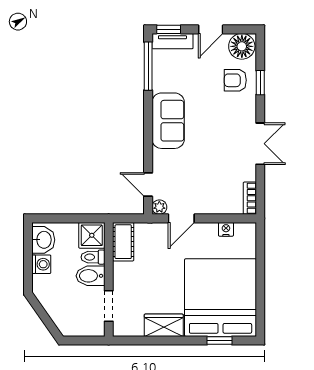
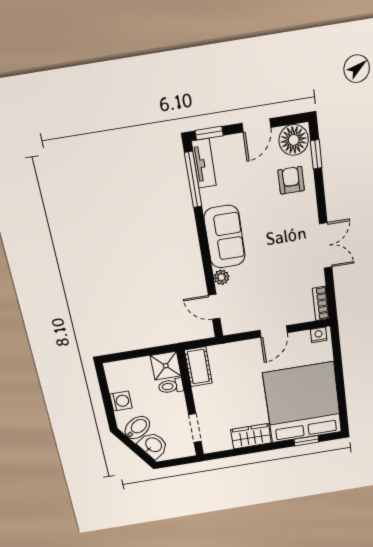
tv unit: (172, 41) -> (204, 163), moved, turned -90
armchair: (235, 80) -> (291, 180), turned 90
window: (260, 83) -> (316, 154), moved
plant: (159, 207) -> (221, 277), moved
door: (181, 218) -> (274, 331), moved
nightstand: (226, 229) -> (319, 335), moved
washbasin: (43, 240) -> (153, 445), moved, turned -35
bidet: (90, 276) -> (137, 428), moved, turned 145

